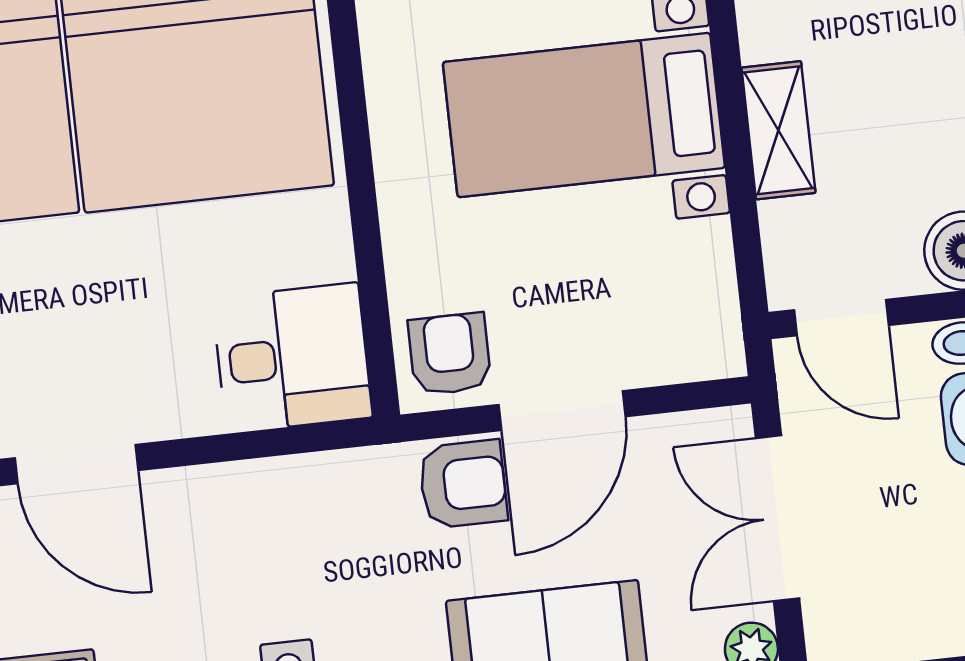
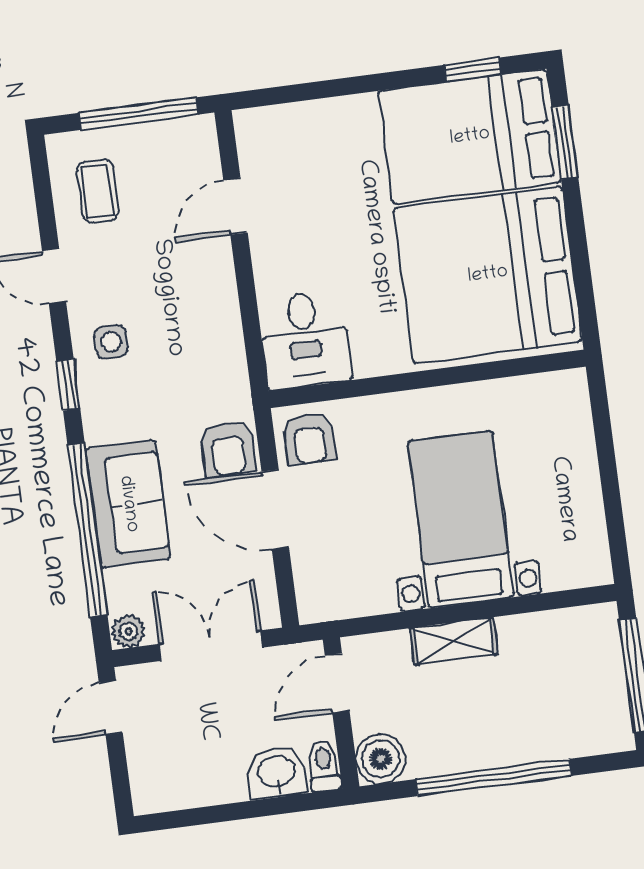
armchair: (450, 354) -> (309, 438), turned 90
door: (76, 464) -> (235, 206), width x0.73

